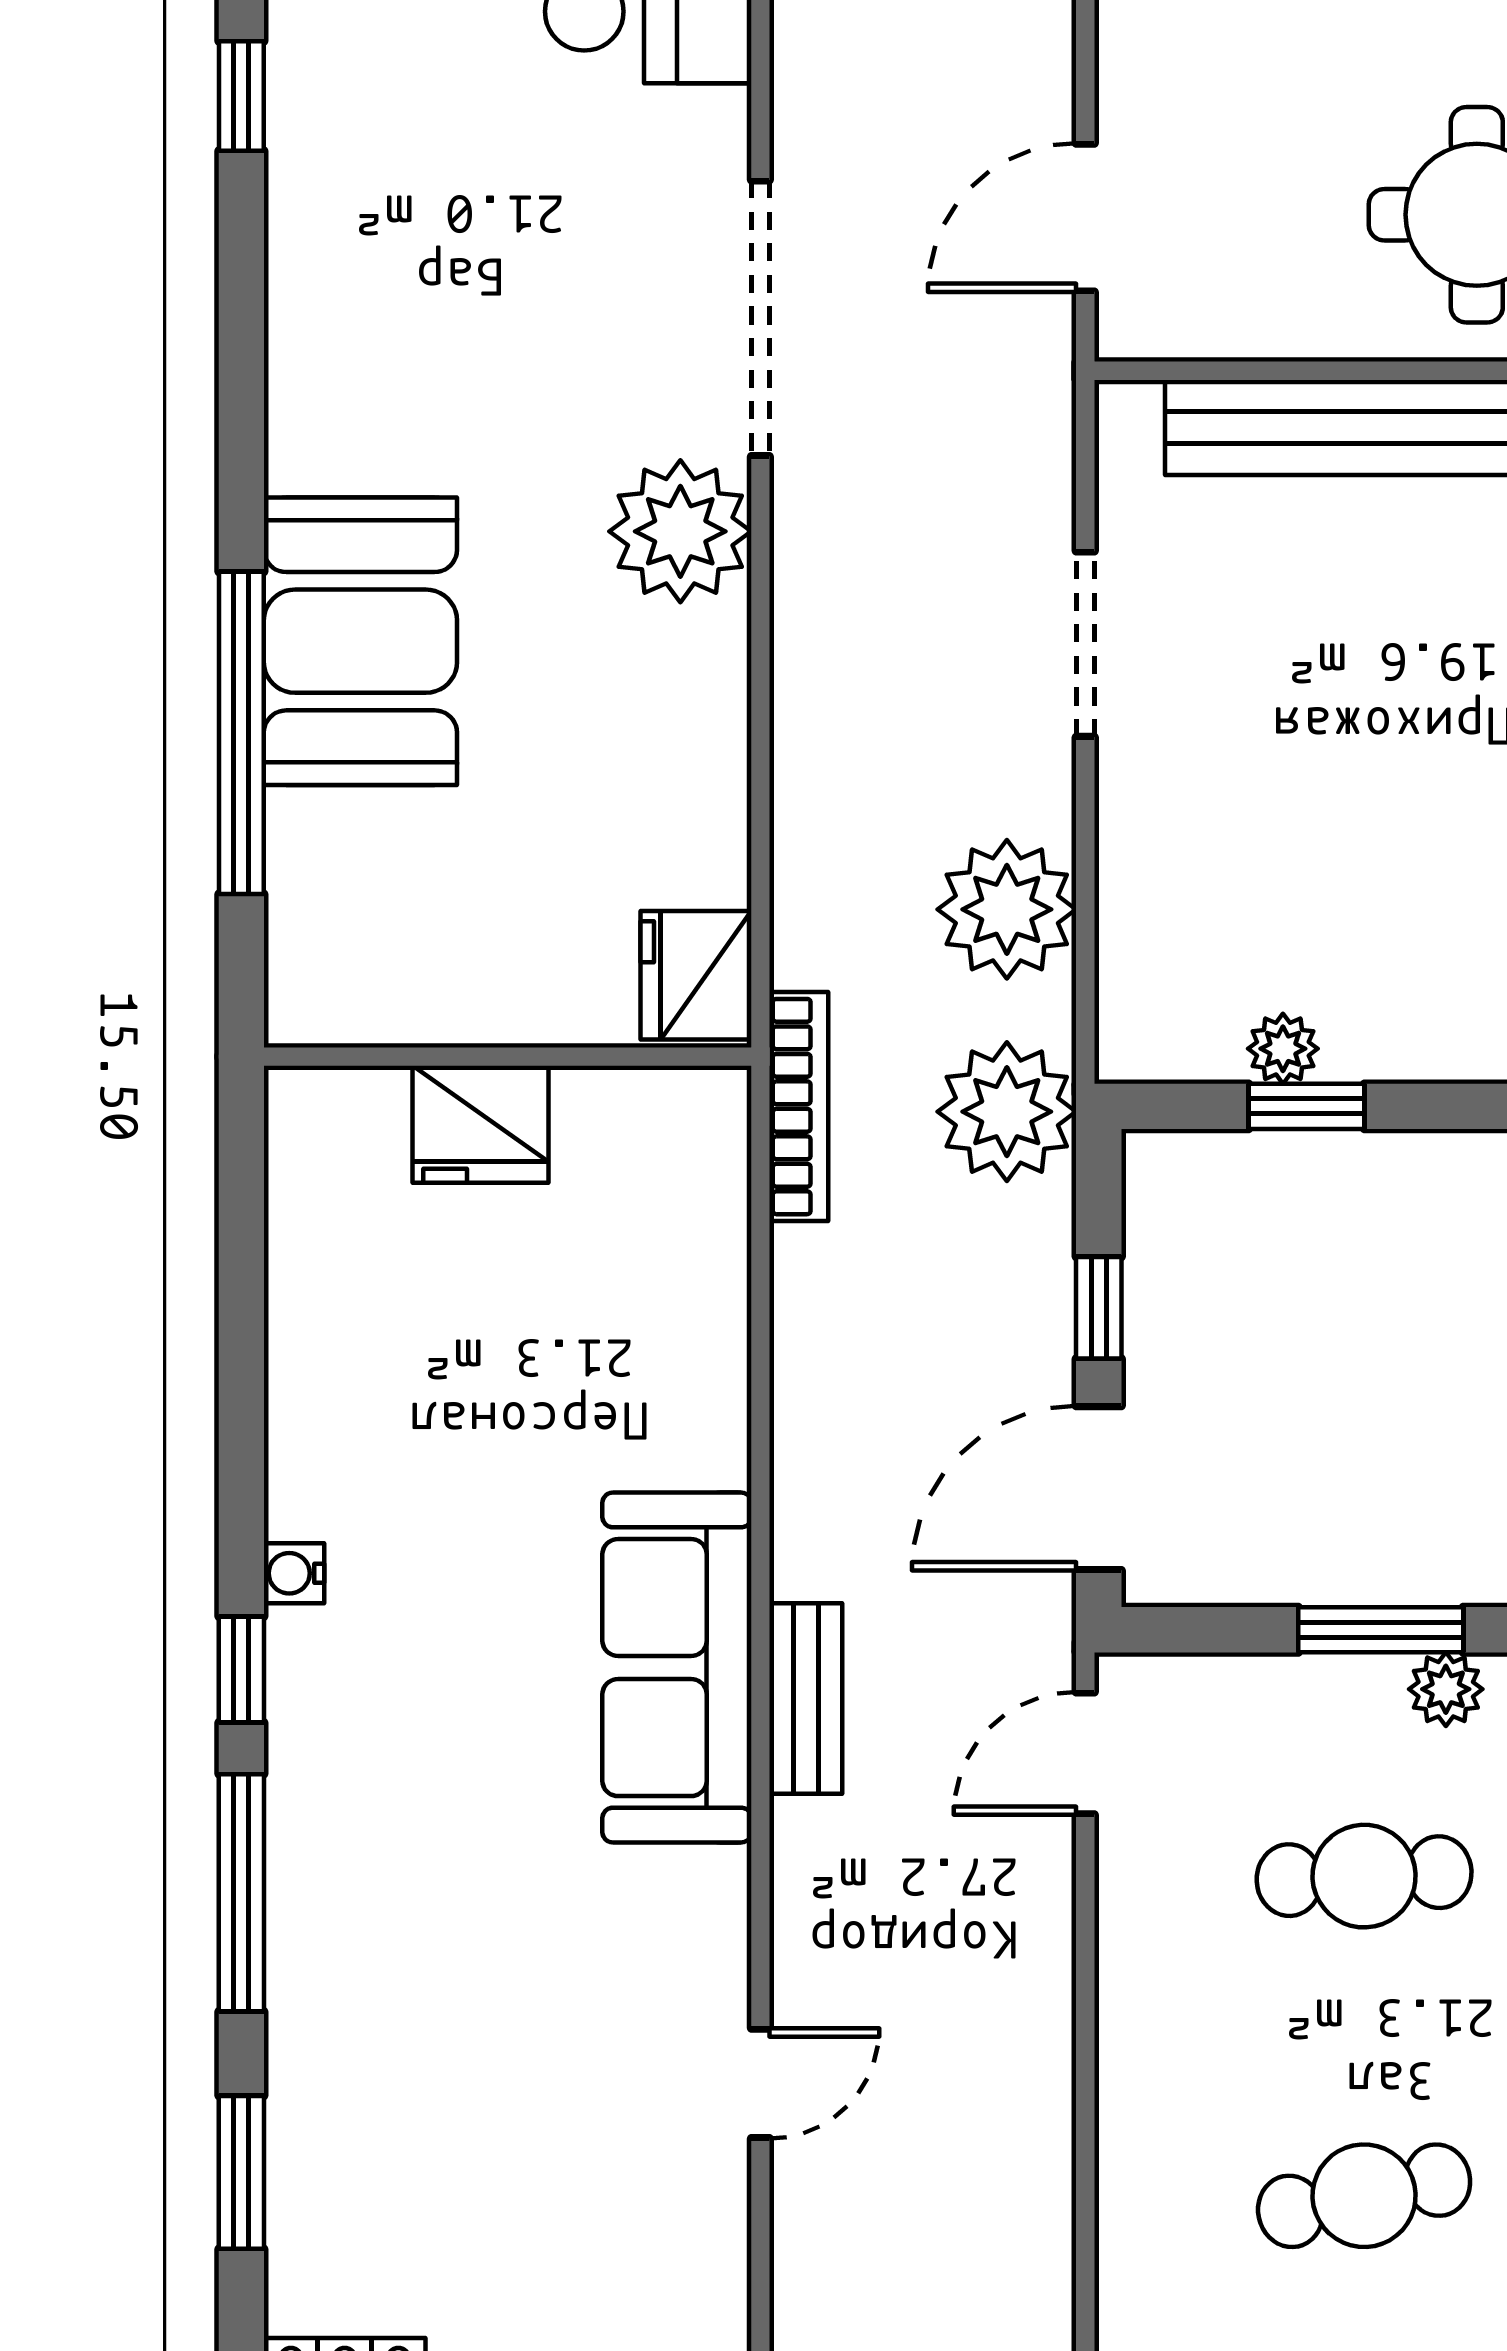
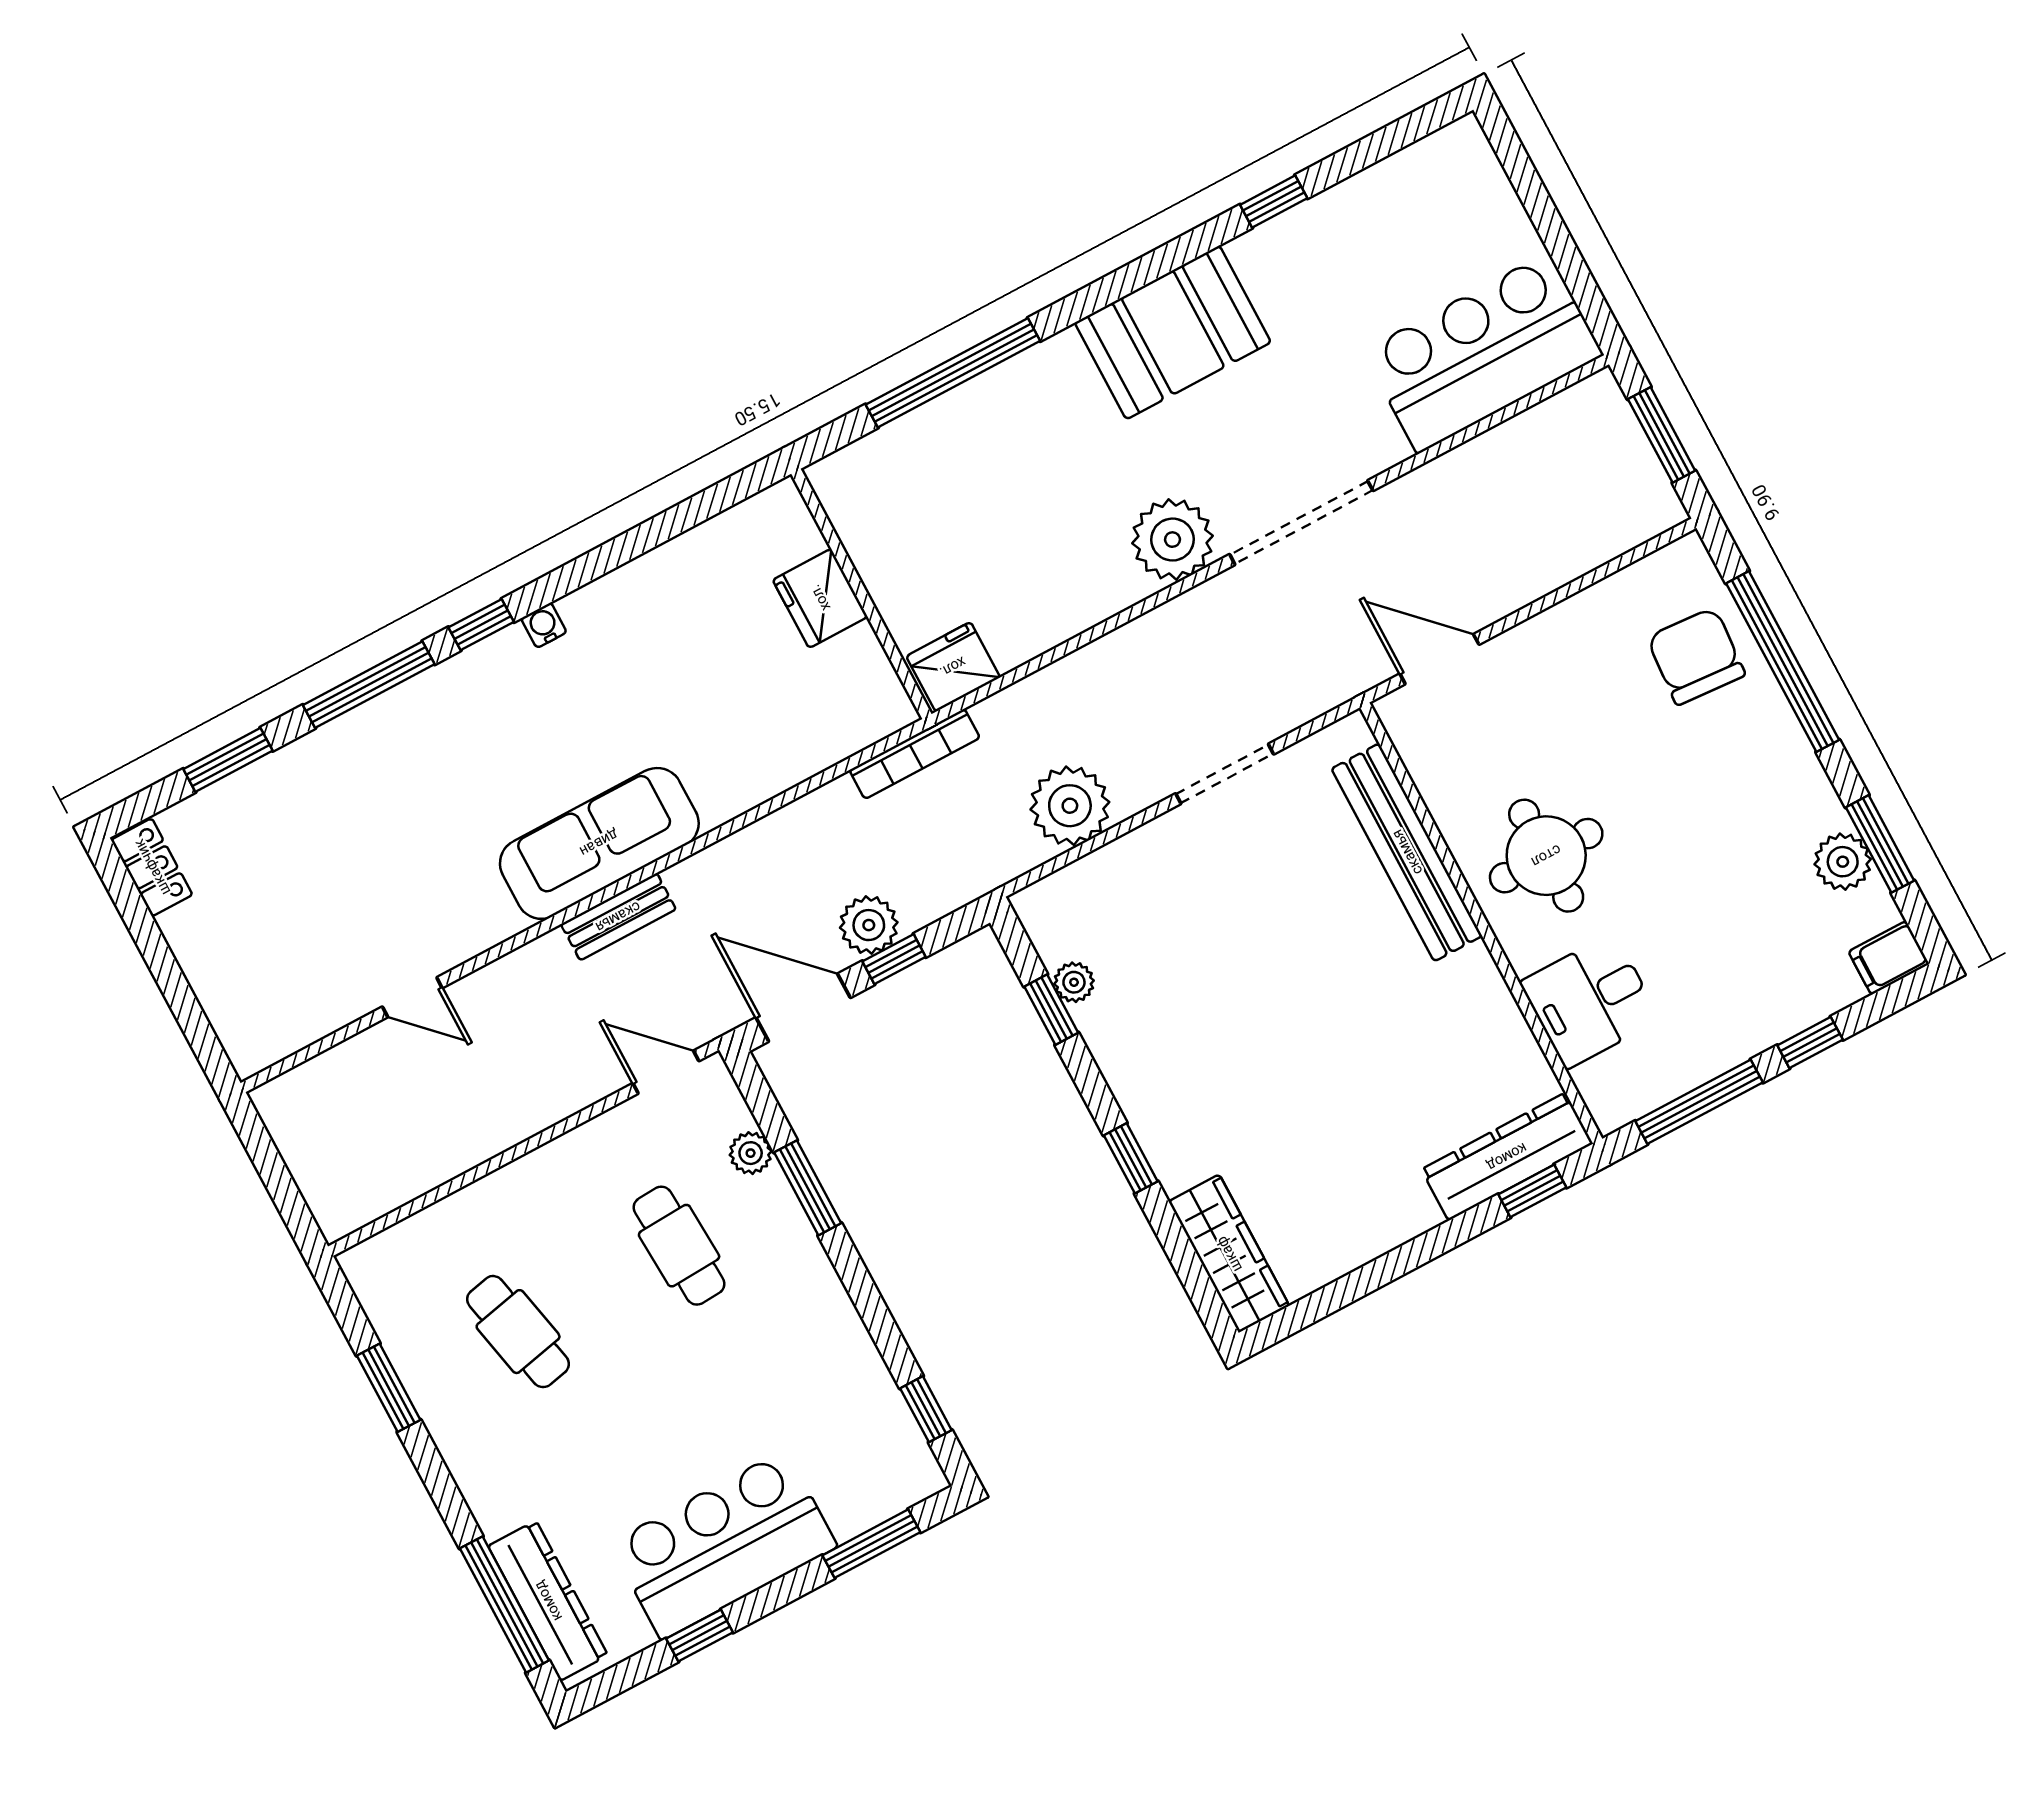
booth: (360, 641) -> (1173, 332), moved
plant: (1007, 1112) -> (869, 925), moved, width x0.73, depth x0.73
plant: (1446, 1689) -> (751, 1153), moved

